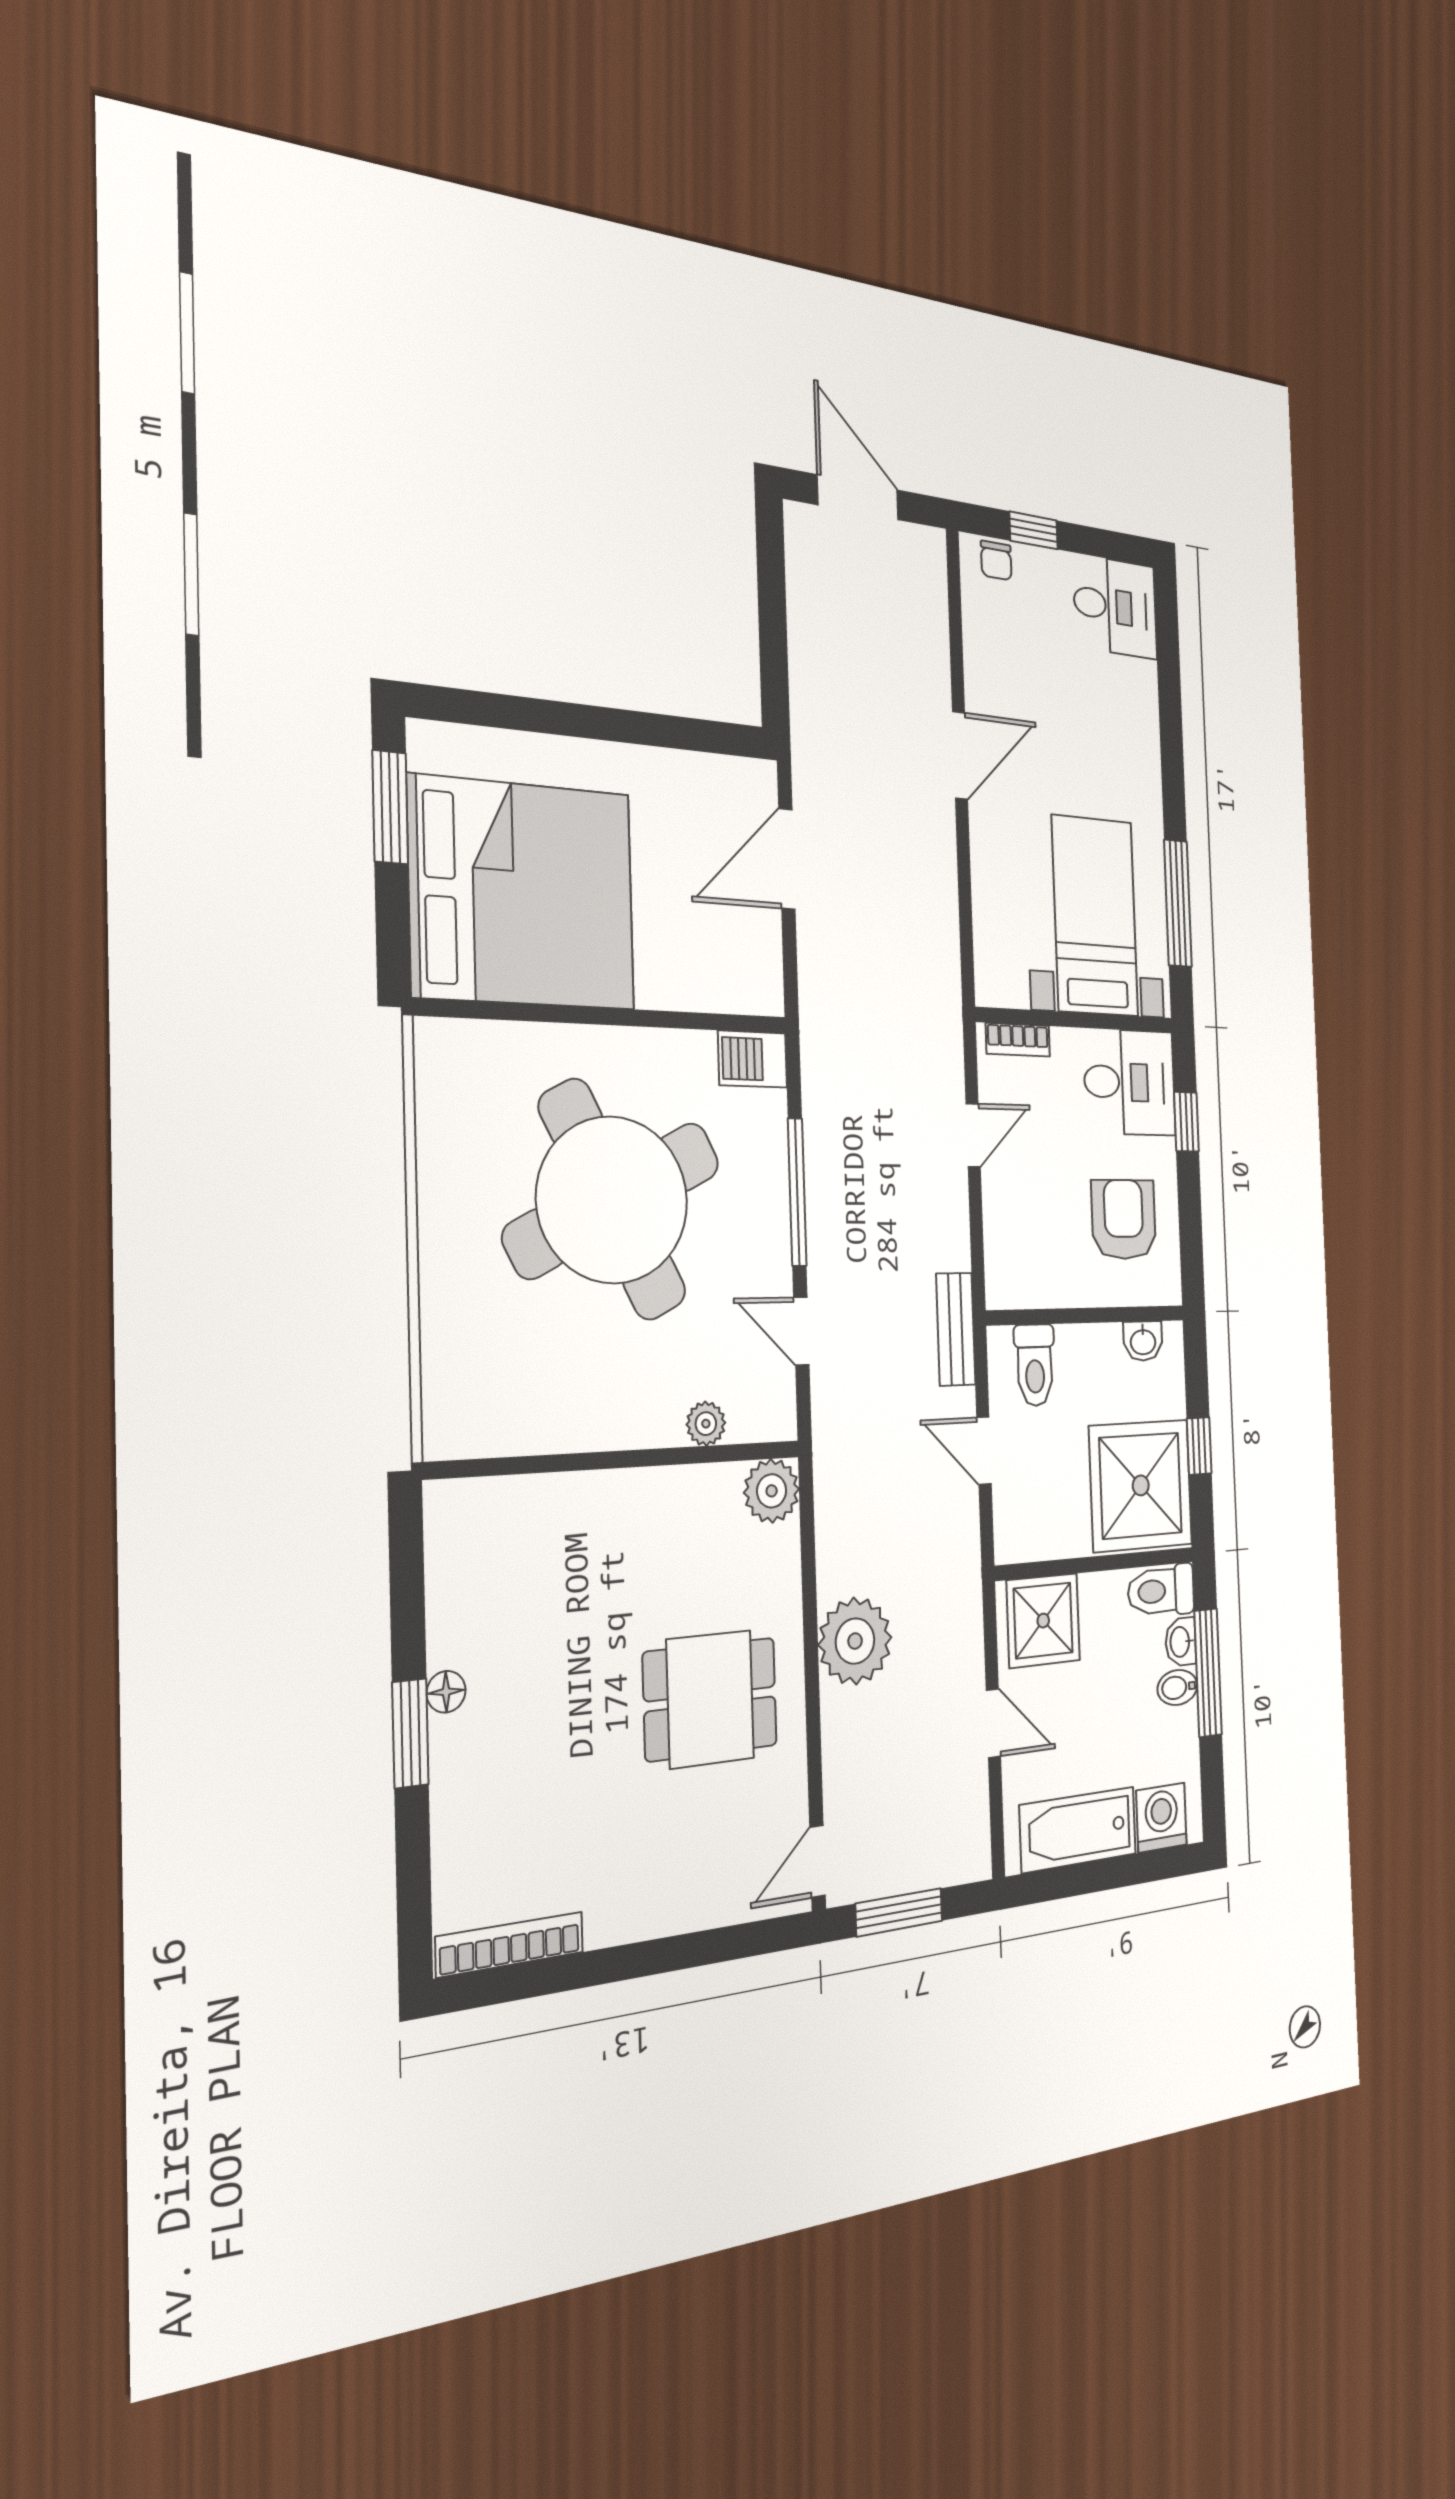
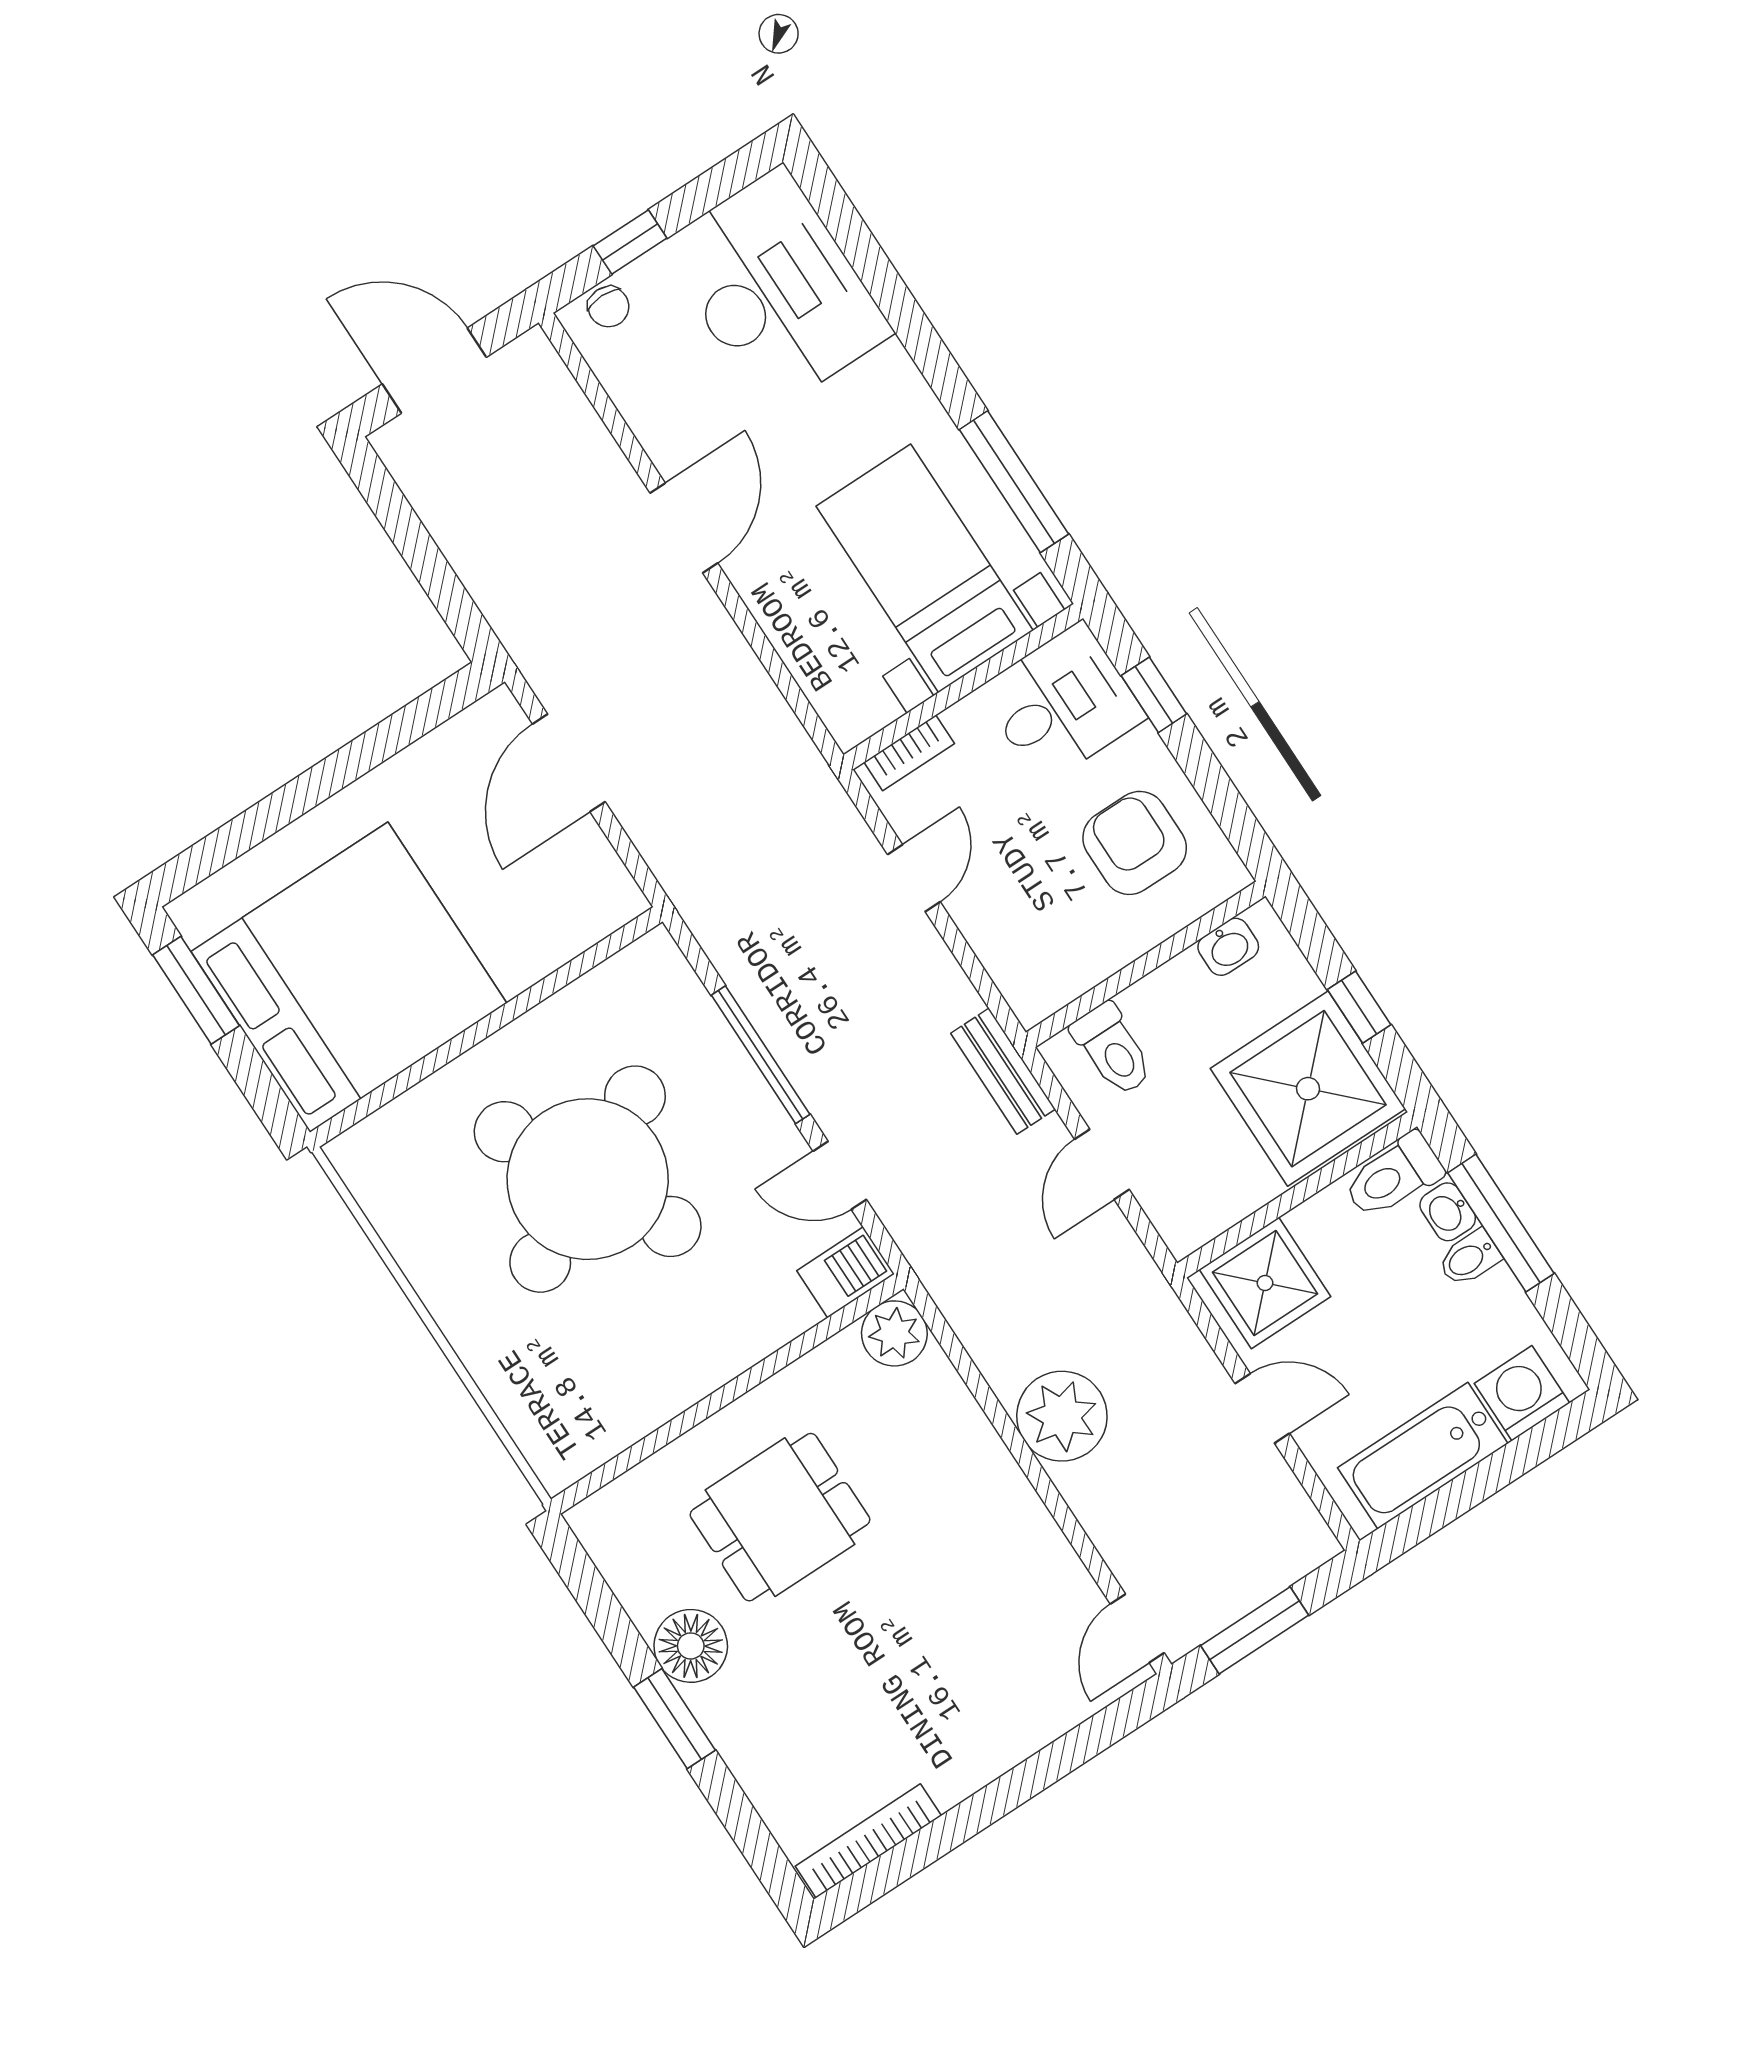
desk: (1115, 607) -> (775, 289), width x1.87, depth x1.30
barbecue: (753, 1059) -> (846, 1272), moved, turned 180
plant: (706, 1424) -> (793, 1314), removed
door: (984, 1451) -> (1102, 1164), hinge flipped
floor lamp: (446, 1692) -> (691, 1646), width x1.89, depth x1.89
dining table: (710, 1699) -> (780, 1517), moved

